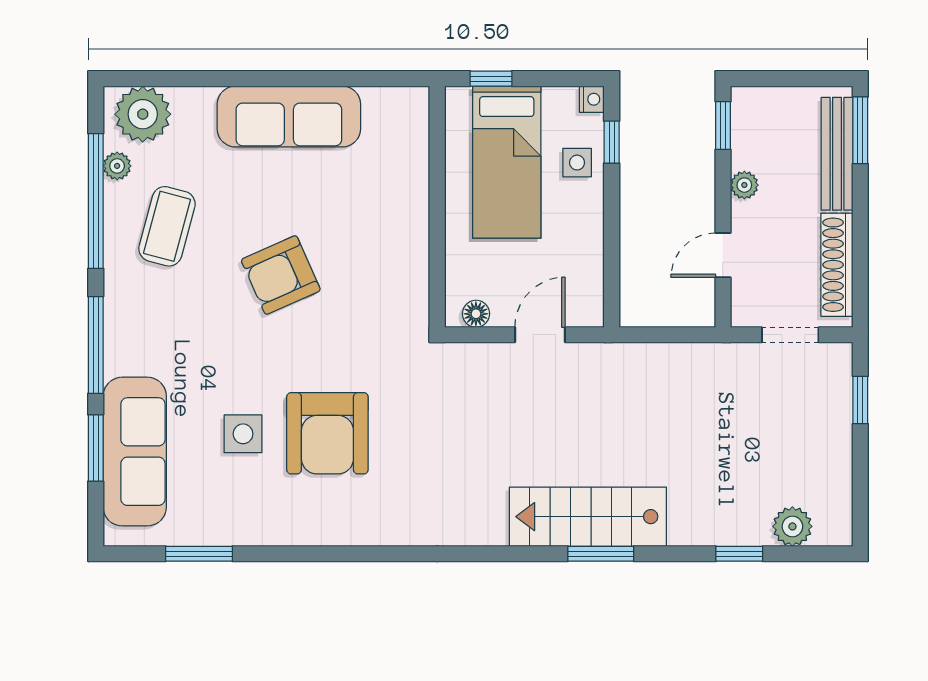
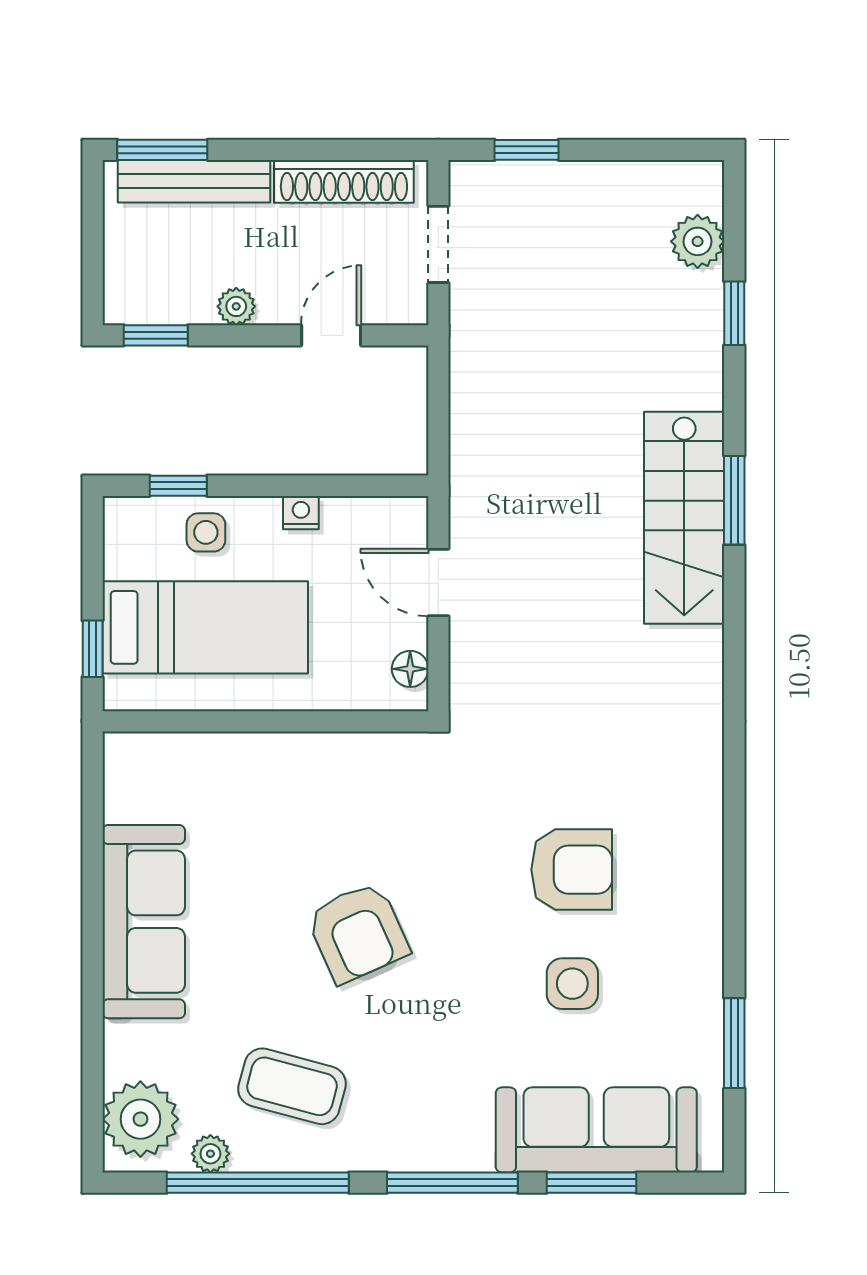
nightstand: (592, 99) -> (301, 513), moved
door: (723, 255) -> (331, 335), swing flipped
armchair: (327, 433) -> (572, 870), width x0.73, depth x0.73

